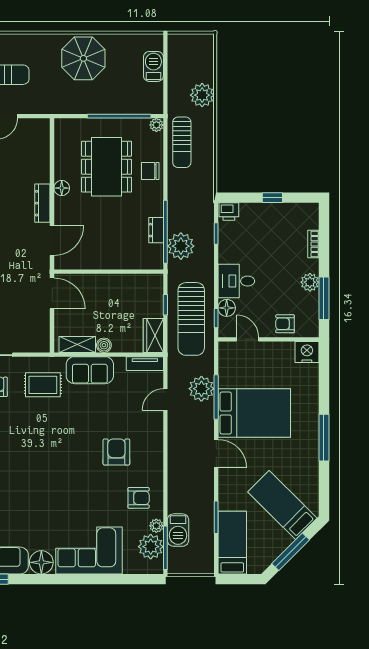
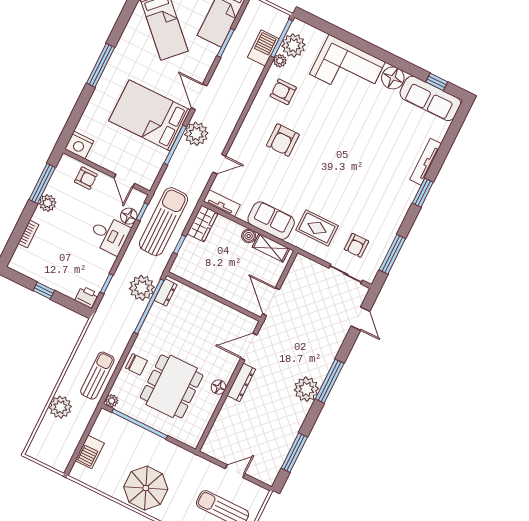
dresser: (156, 230) -> (166, 292), moved
plant: (201, 389) -> (196, 134), moved

